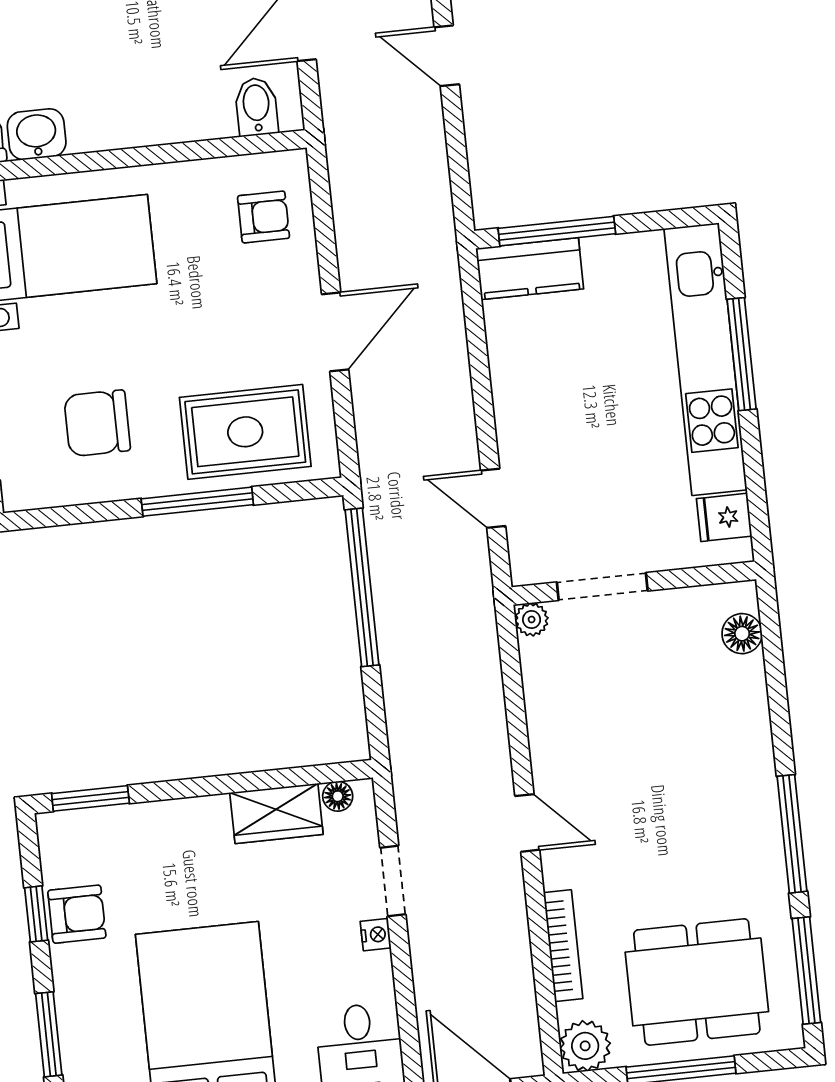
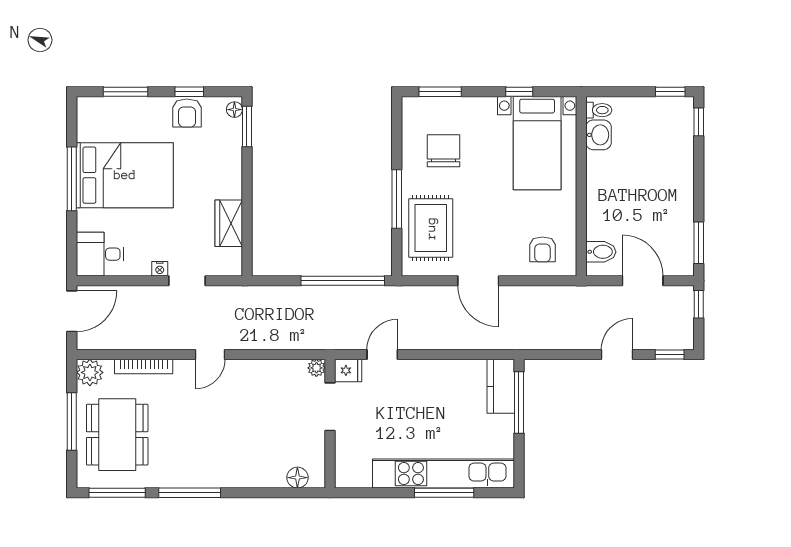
fridge: (724, 517) -> (348, 370), moved, turned 90
floor lamp: (338, 796) -> (234, 110), moved

